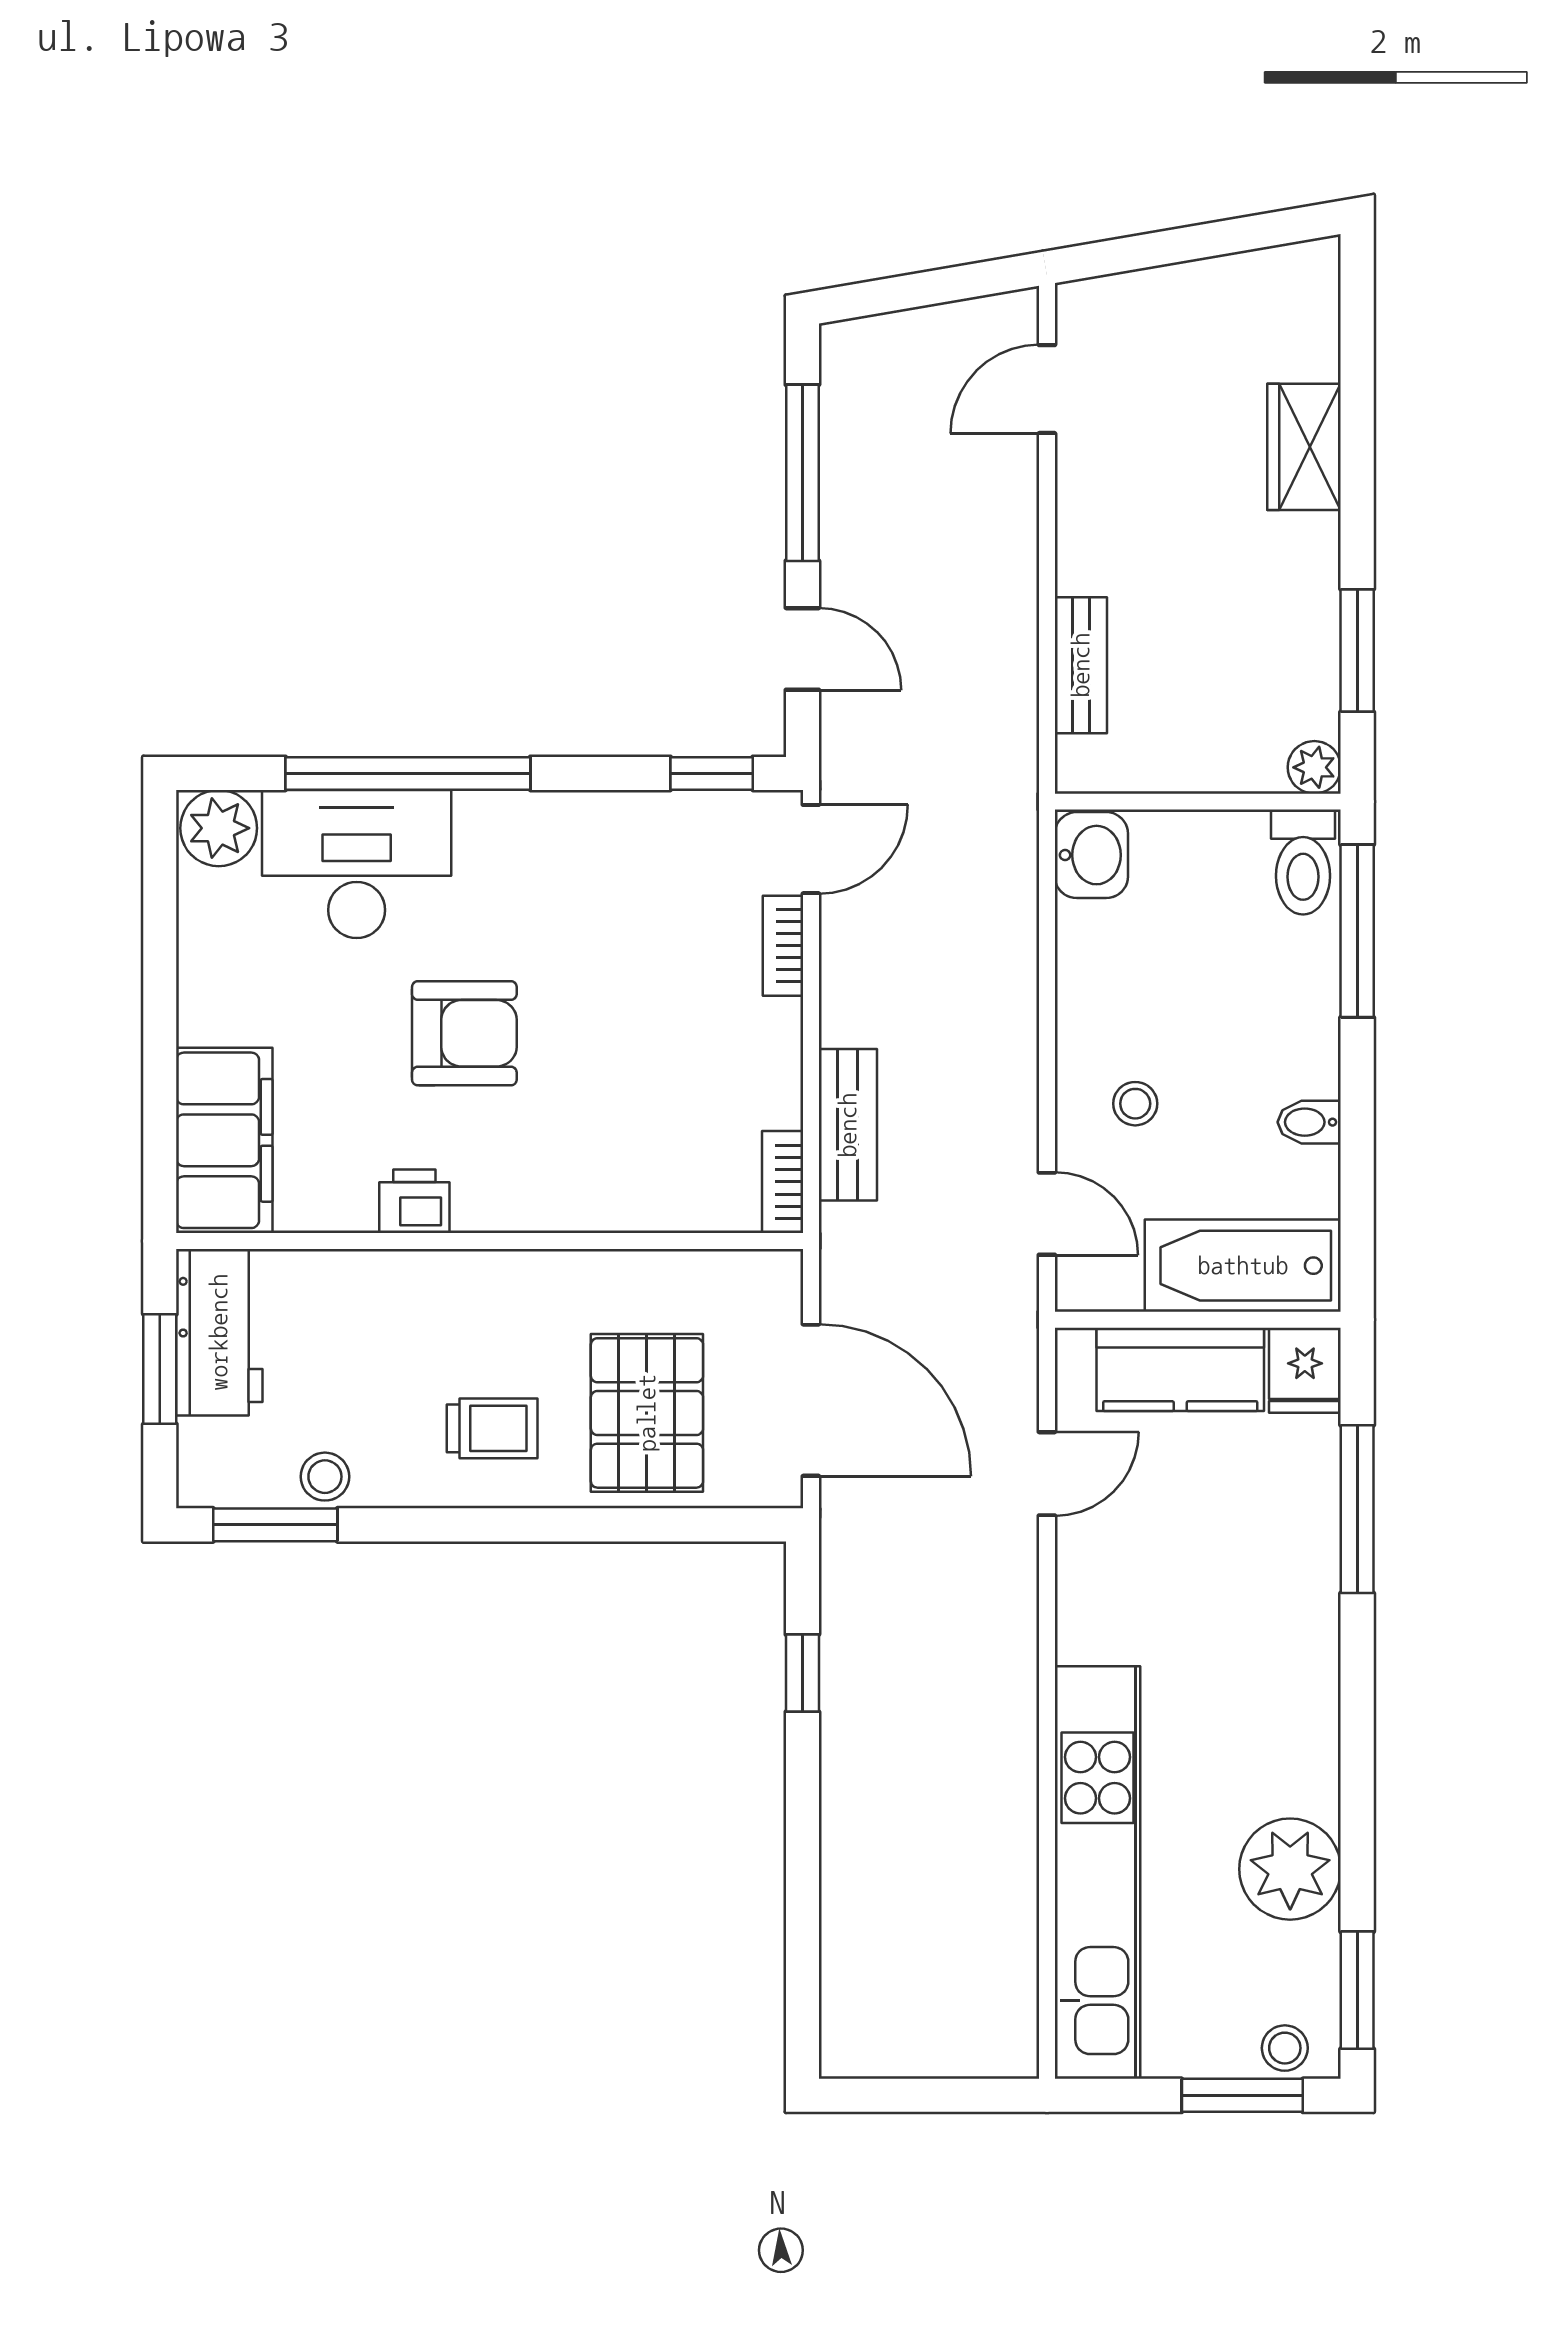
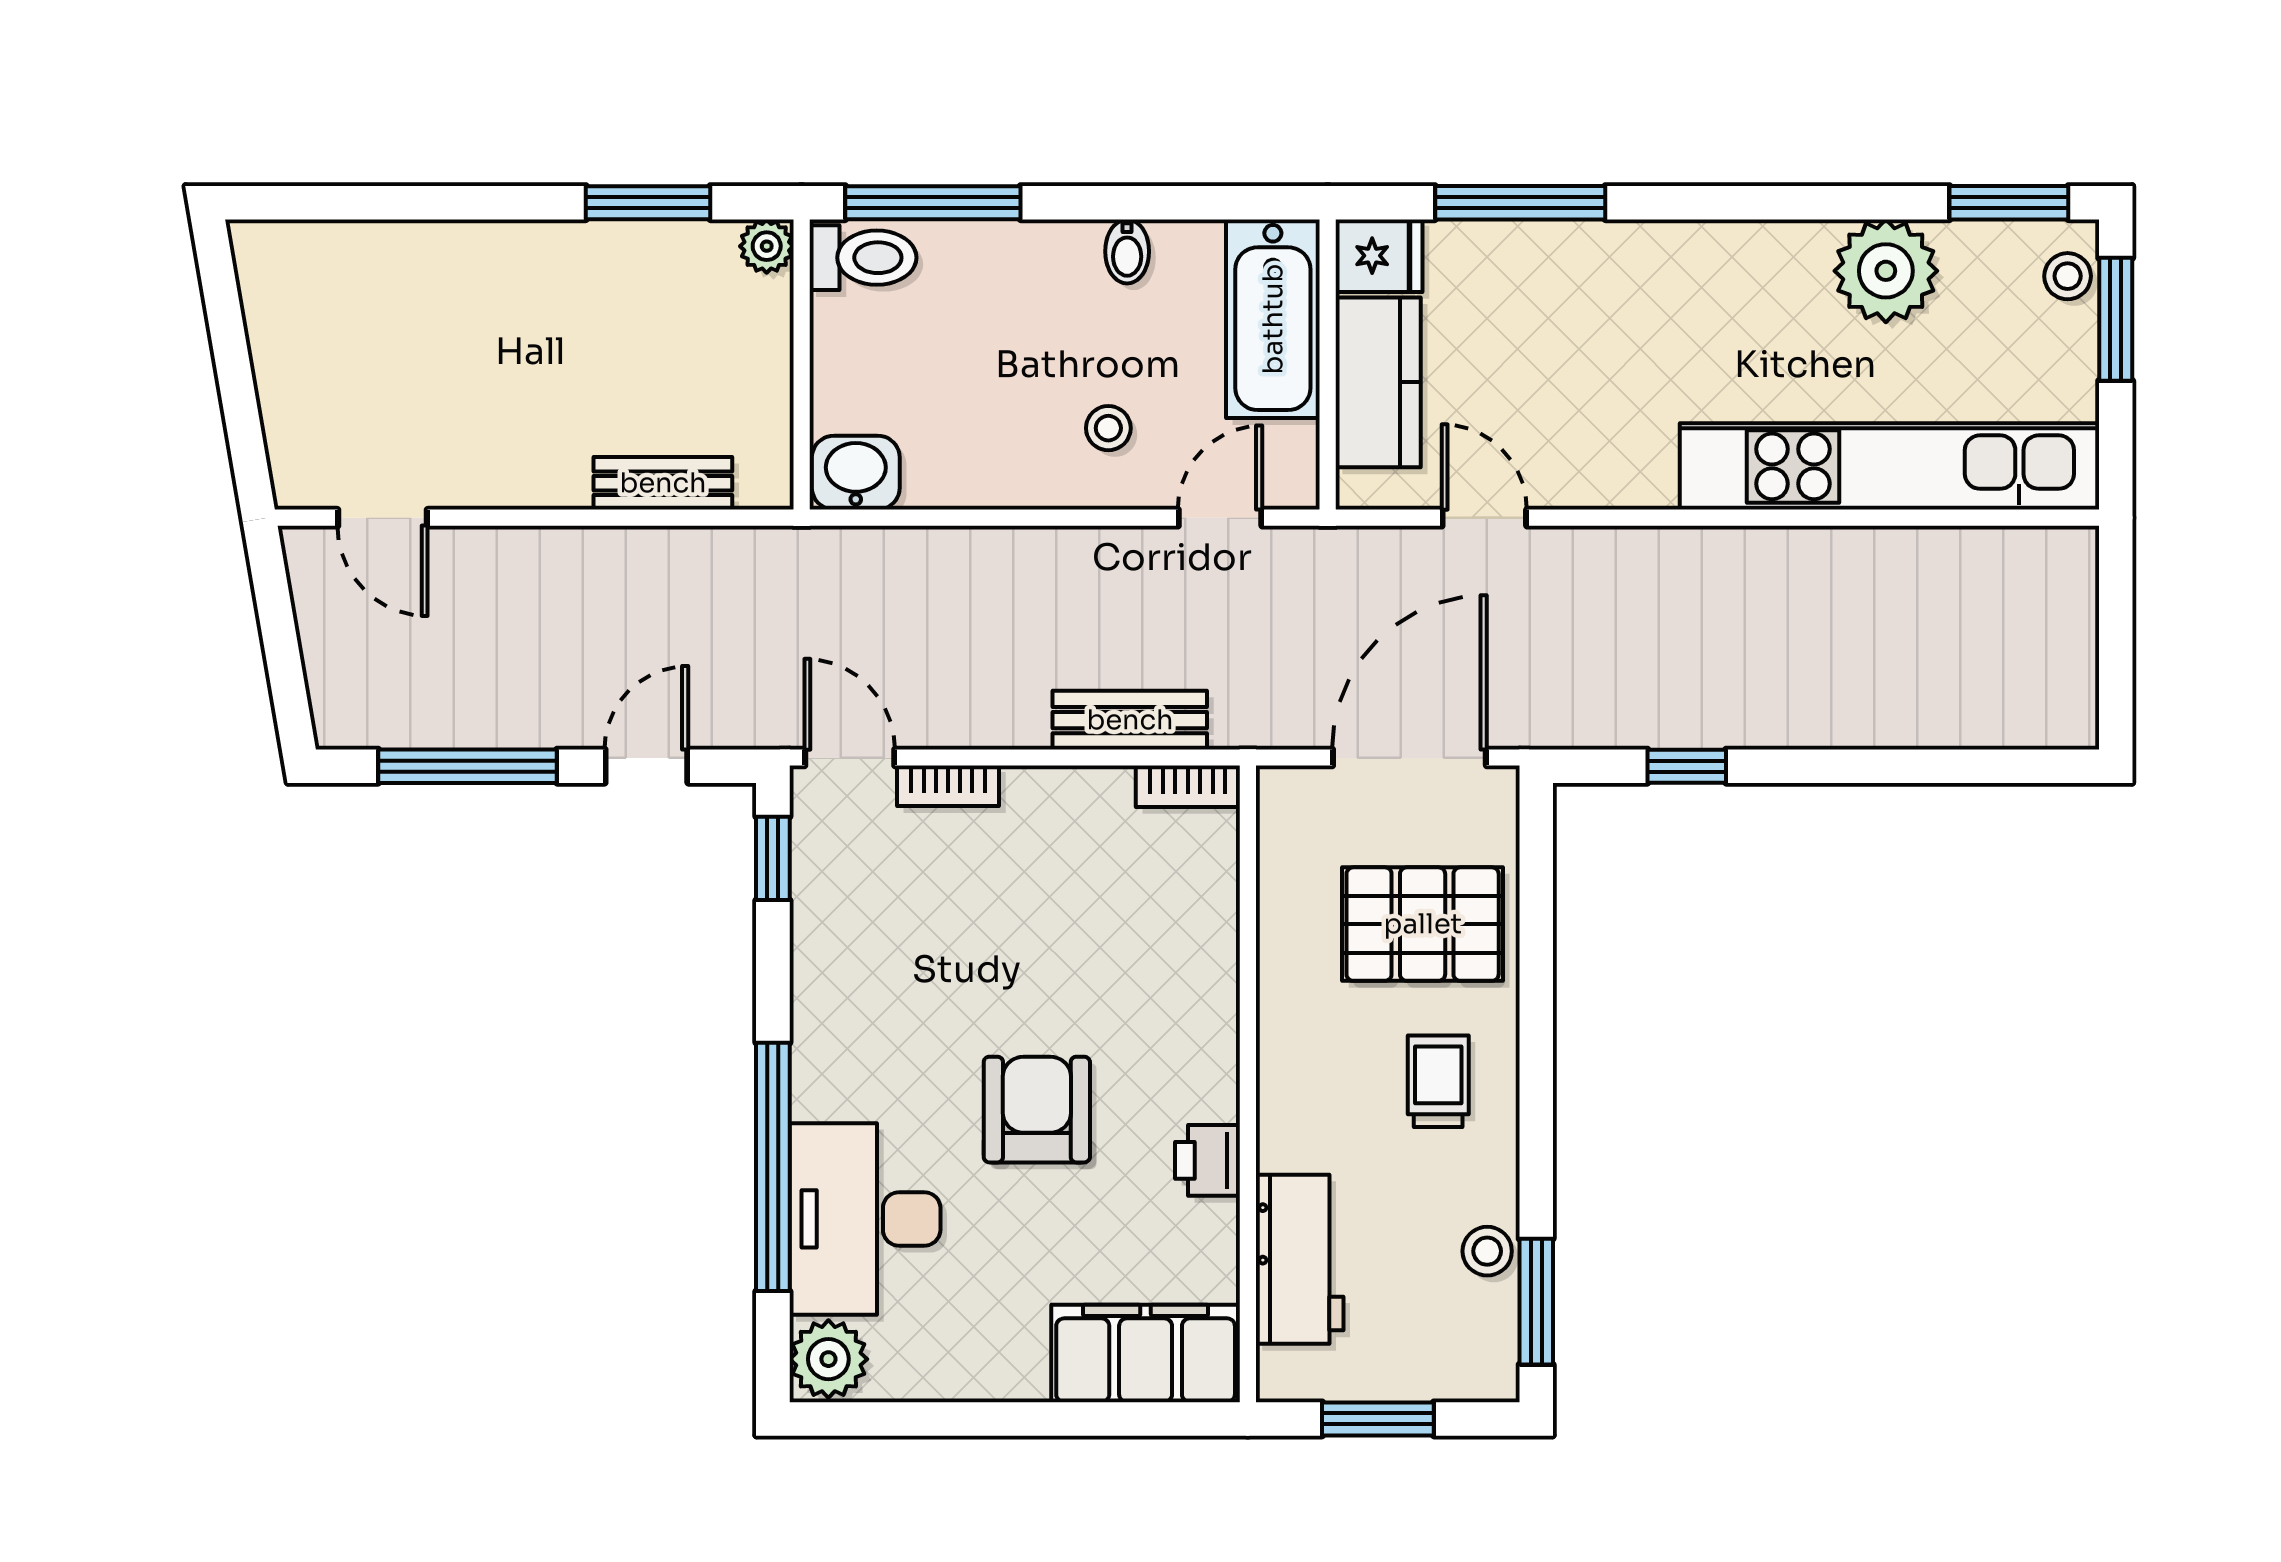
wardrobe: (1304, 447) -> (441, 257), removed
workbench: (219, 1332) -> (1300, 1259), moved, turned 90

